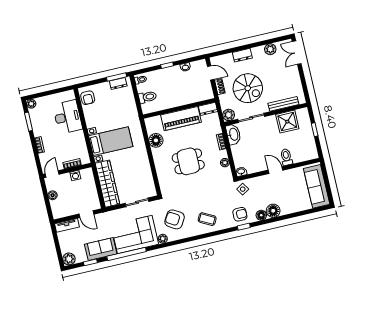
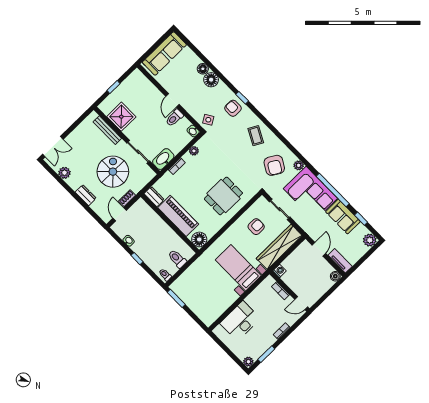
dresser: (118, 83) -> (181, 293), removed
armchair: (88, 98) -> (256, 227), moved
plant: (229, 115) -> (148, 174), removed
floor lamp: (156, 140) -> (199, 239), moved
toilet: (286, 157) -> (174, 118), moved
dining table: (188, 161) -> (223, 196), moved, turned 90
washing machine: (75, 175) -> (280, 271), moved
boiler: (53, 195) -> (335, 276), moved
floor lamp: (261, 215) -> (203, 69), moved

